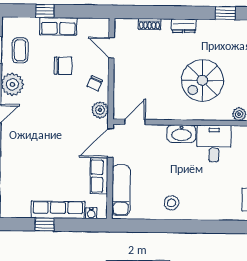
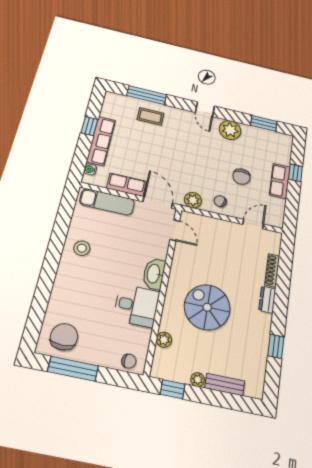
shoe rack: (150, 24) -> (272, 270), width x1.43
coffee table: (20, 50) -> (150, 116), moved

